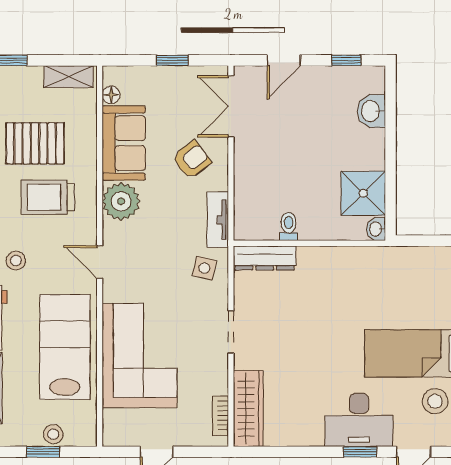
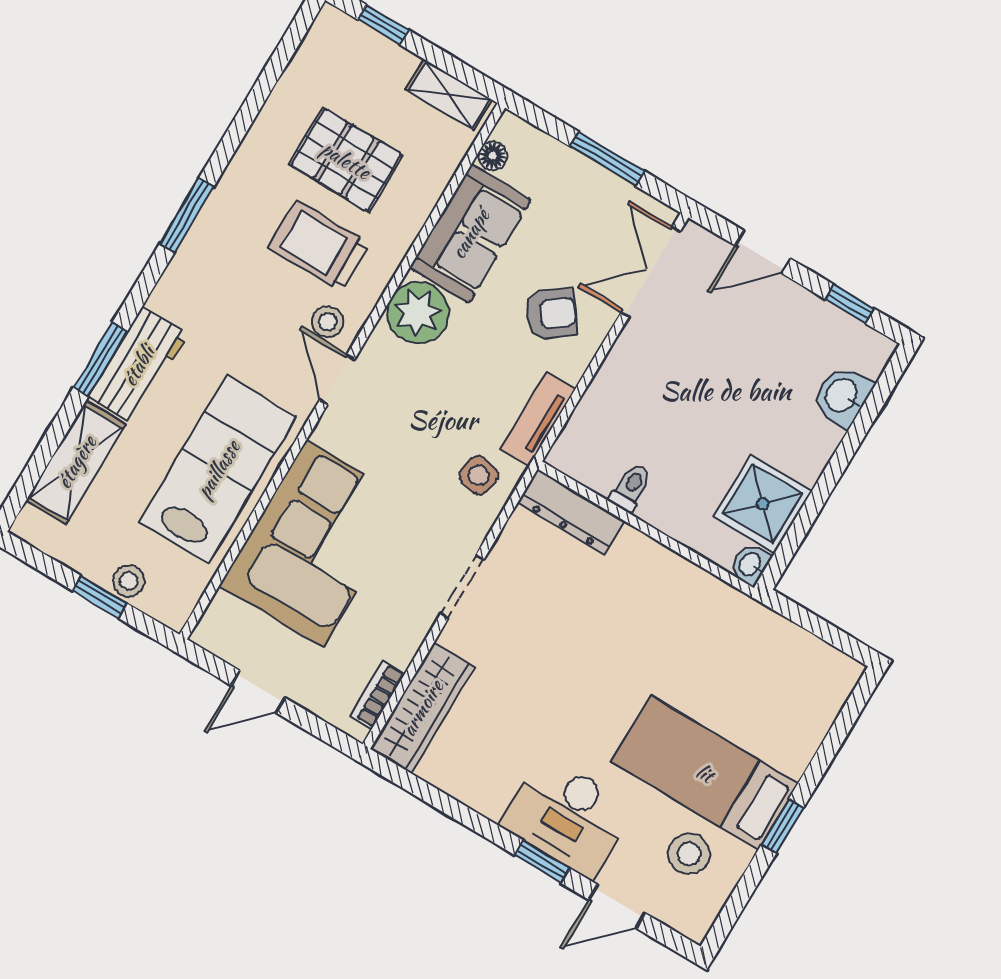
window: (172, 60) -> (607, 159), width x1.50
stool: (16, 261) -> (328, 322), moved

